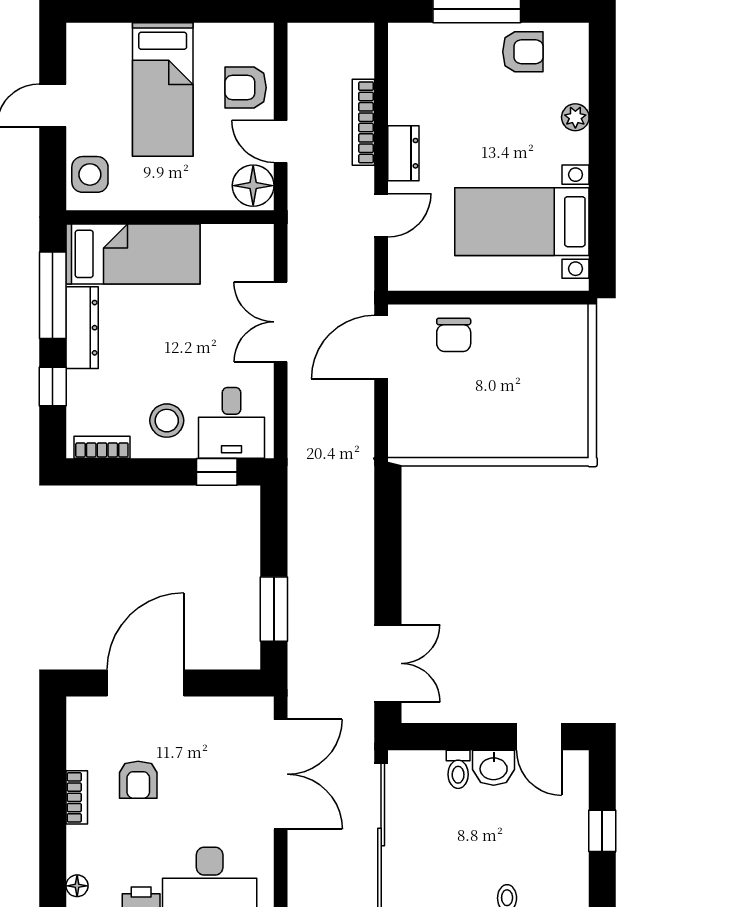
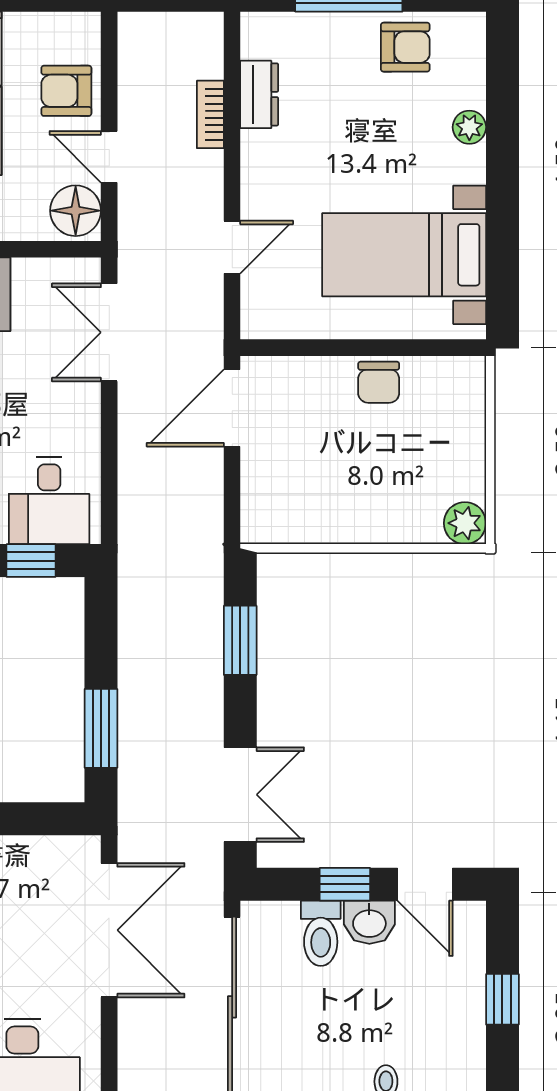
bookcase: (363, 122) -> (210, 114), width x0.64
dresser: (403, 153) -> (259, 94), moved
double door: (281, 322) -> (109, 332), moved
chair: (454, 335) -> (379, 382), moved
plant: (572, 441) -> (465, 523), added
window: (388, 537) -> (240, 640), added
window: (473, 737) -> (345, 884), added
toilet: (458, 769) -> (321, 933), width x1.37, depth x1.39

